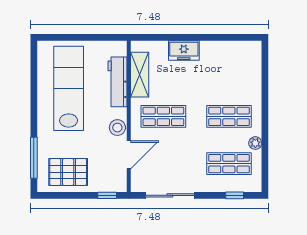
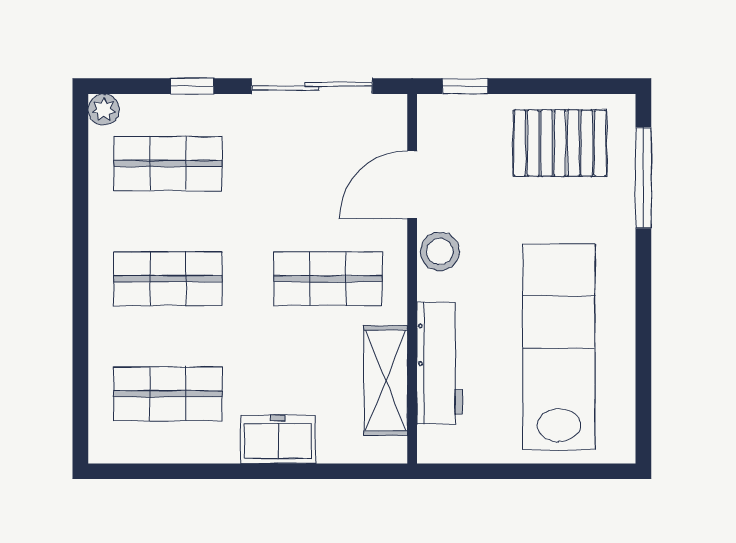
shop shelf: (229, 69) -> (168, 394), added
lab bench: (69, 88) -> (559, 347), turned 180
plant: (255, 143) -> (104, 110), moved
window: (235, 195) -> (192, 86), moved

